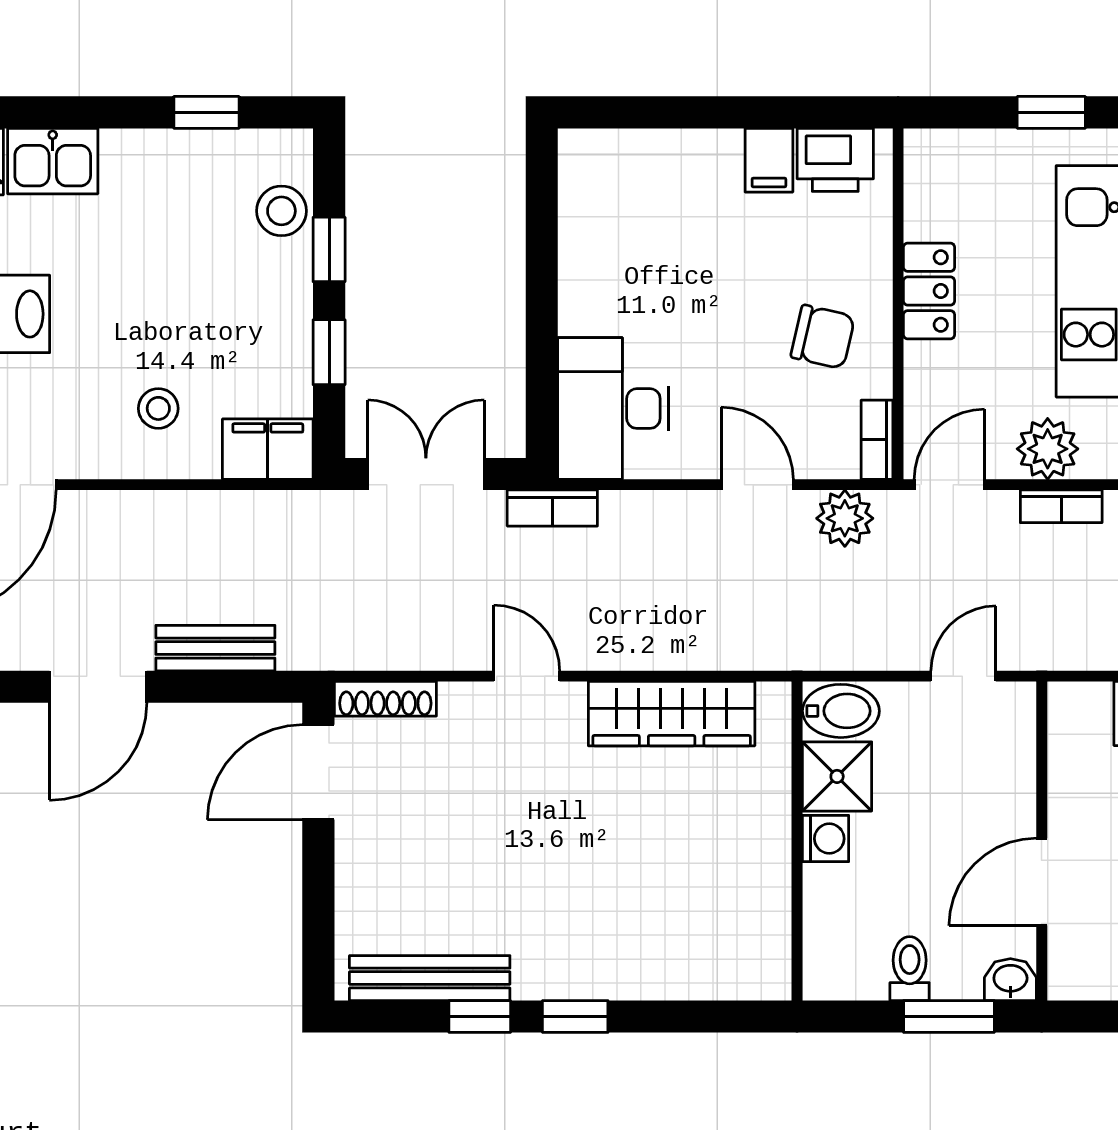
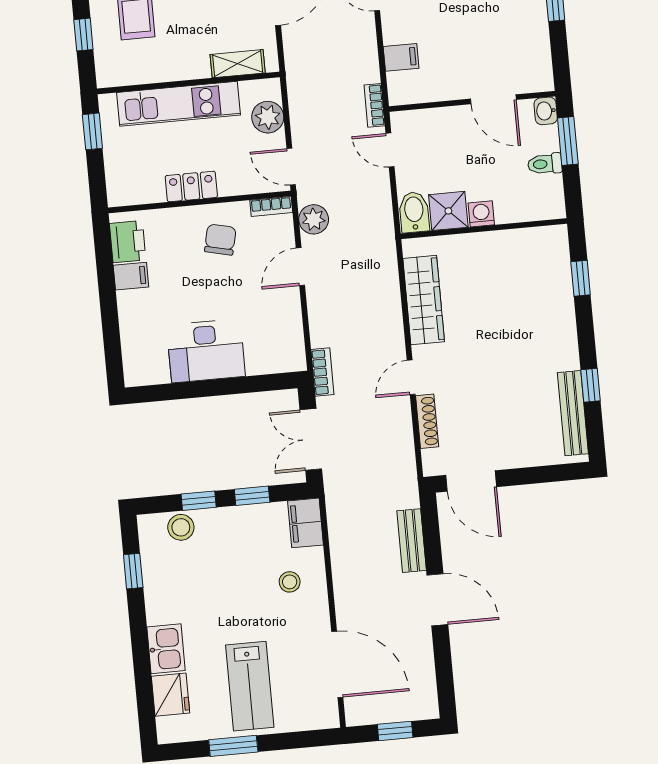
desk: (613, 409) -> (206, 351), moved
bookcase: (1061, 506) -> (375, 105), moved, turned 180
shoe rack: (385, 699) -> (427, 421), moved
window: (575, 1016) -> (581, 278), moved

